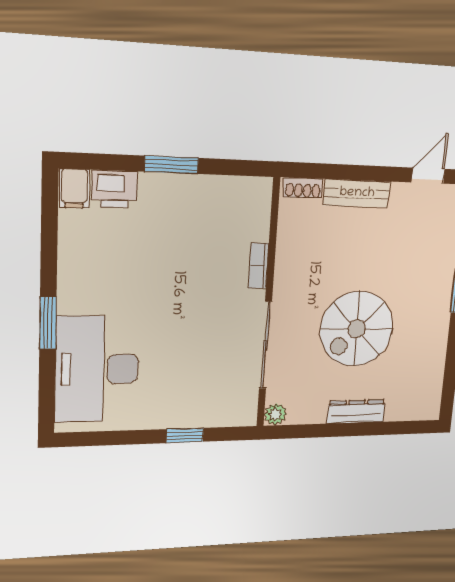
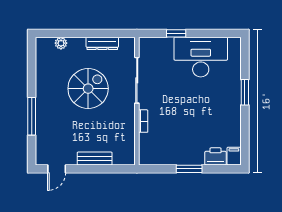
shoe rack: (303, 188) -> (123, 160), removed
desk: (97, 369) -> (201, 57), moved, turned -90
dresser: (356, 411) -> (102, 43), moved
plant: (275, 414) -> (61, 43), moved

